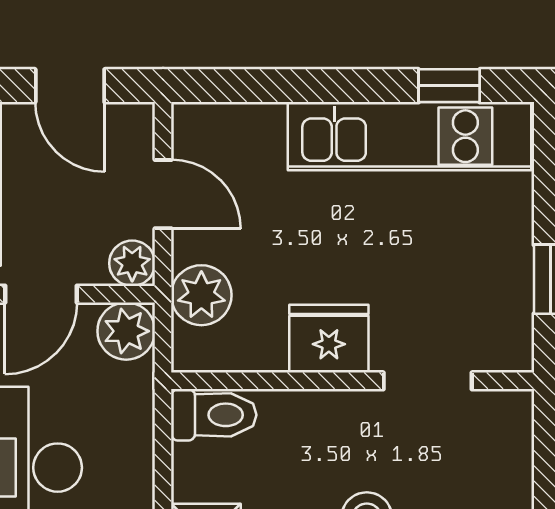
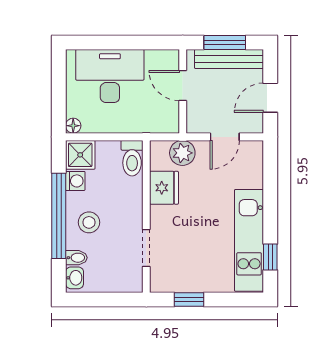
plant: (132, 263) -> (196, 124), removed
plant: (126, 331) -> (167, 121), removed
fridge: (329, 339) -> (164, 188), moved

